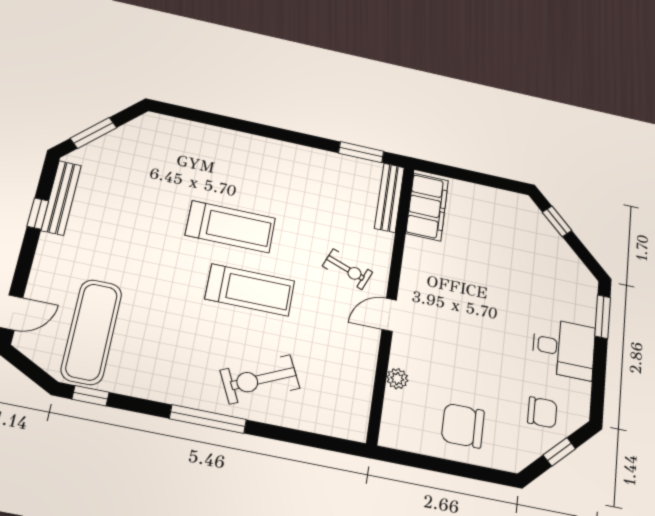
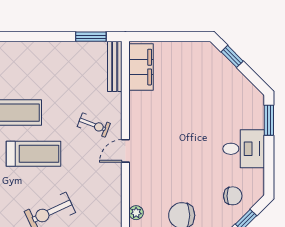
plant: (397, 379) -> (136, 213), moved

